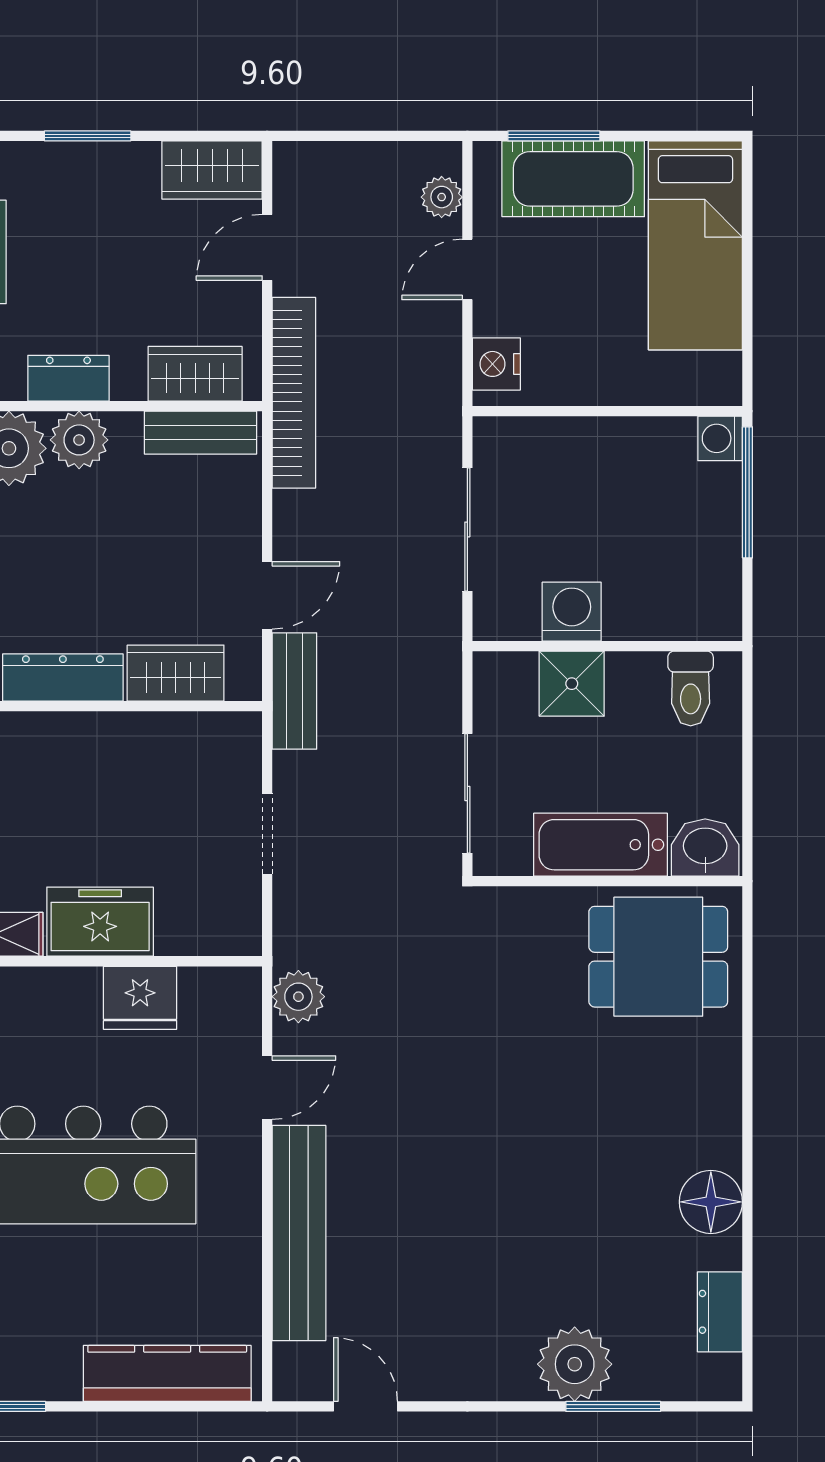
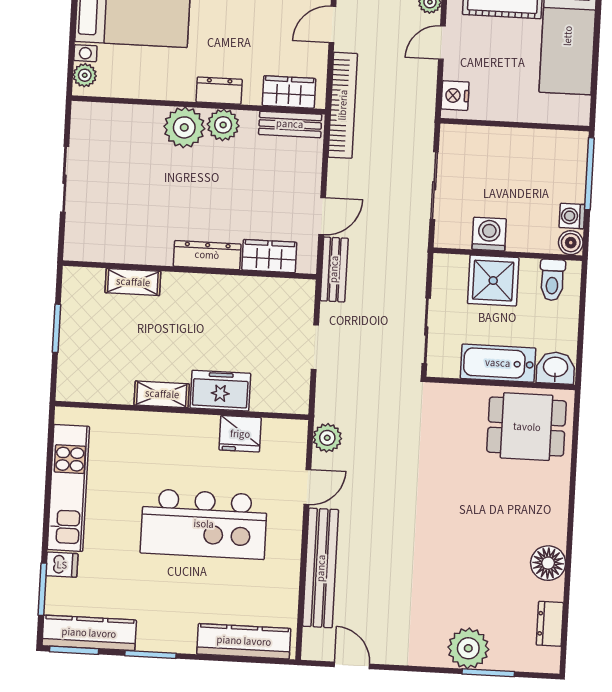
washing machine: (720, 438) -> (572, 216), moved
boiler: (720, 619) -> (571, 243), added
shower: (572, 684) -> (493, 281), width x1.36, depth x1.36

